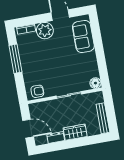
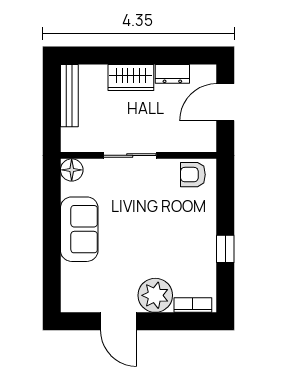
sofa: (83, 36) -> (79, 229), moved
window: (16, 59) -> (225, 249), width x0.46
door: (28, 129) -> (225, 102), hinge flipped

